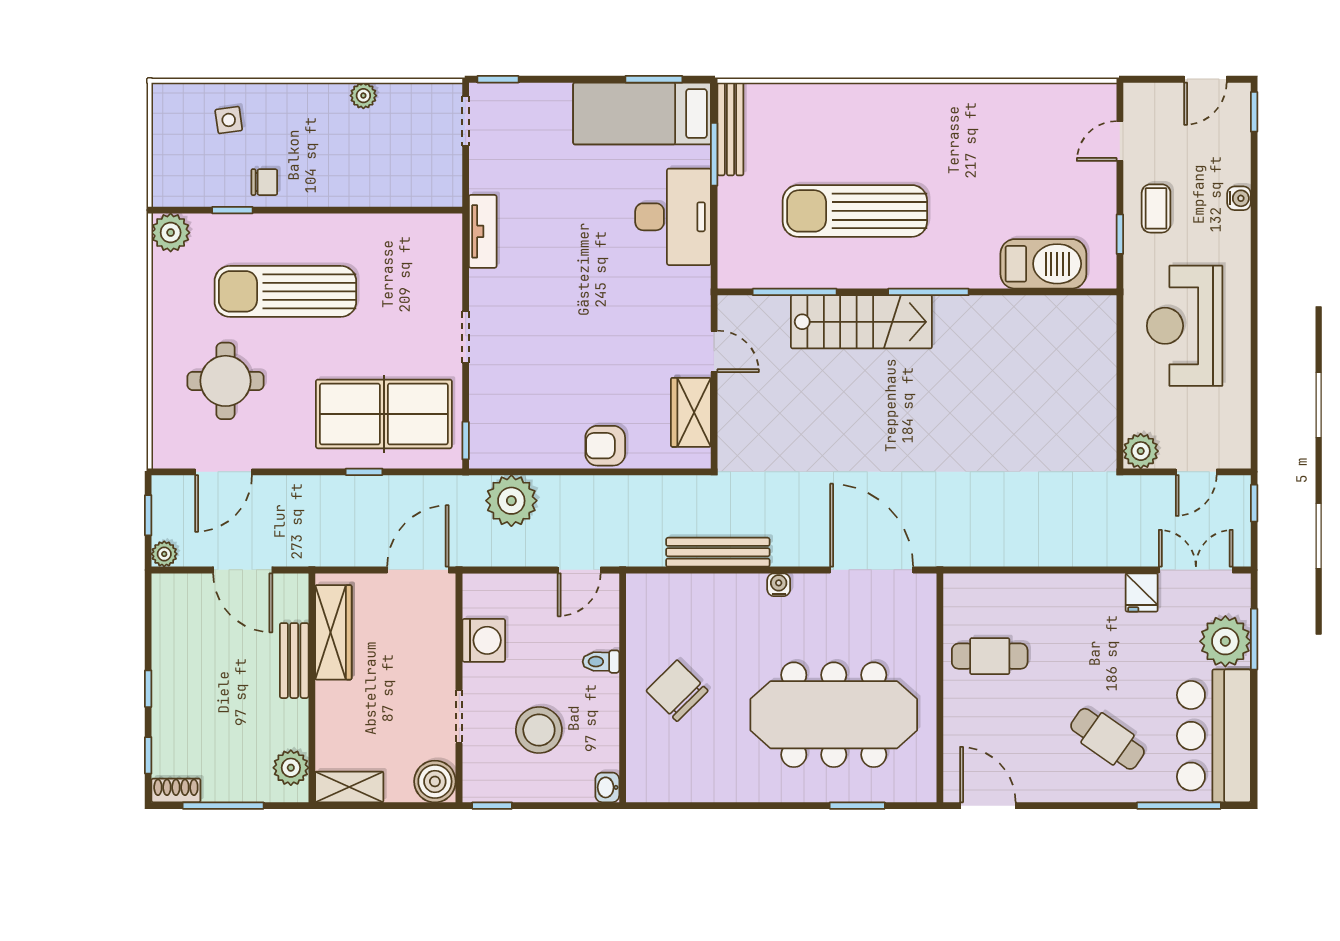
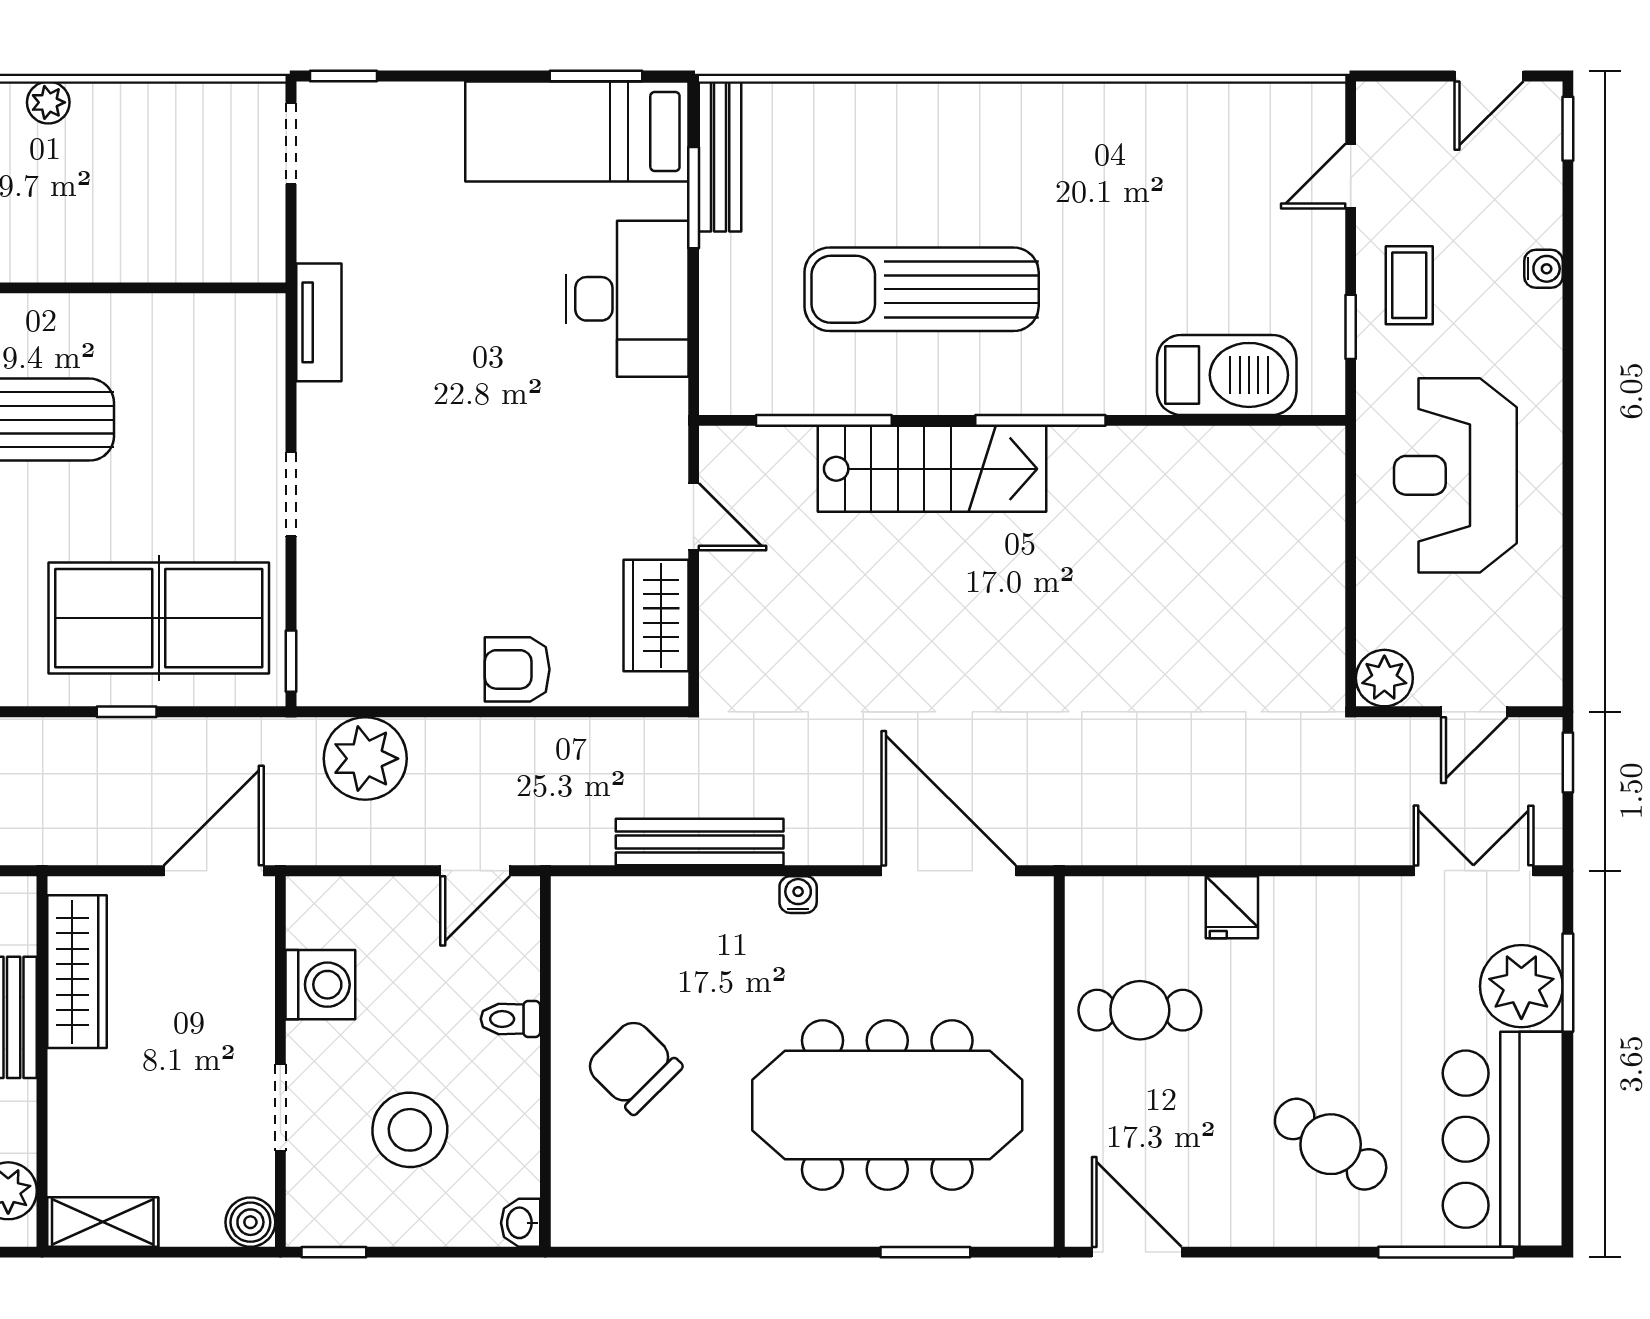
plant: (363, 96) -> (48, 102), moved
fridge: (1142, 592) -> (1232, 907), moved
boiler: (435, 781) -> (250, 1222), width x0.73, depth x0.73

